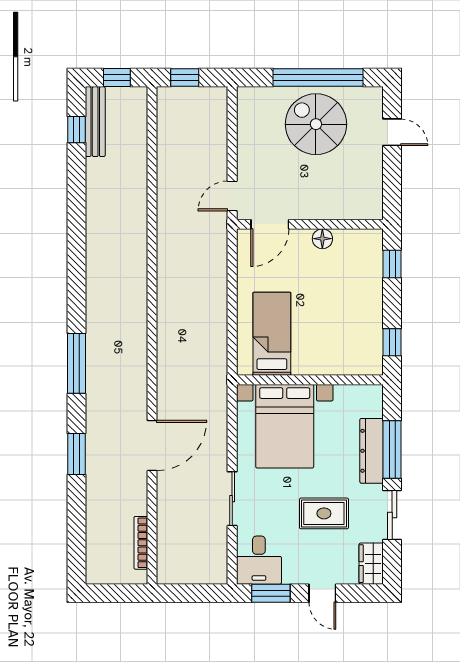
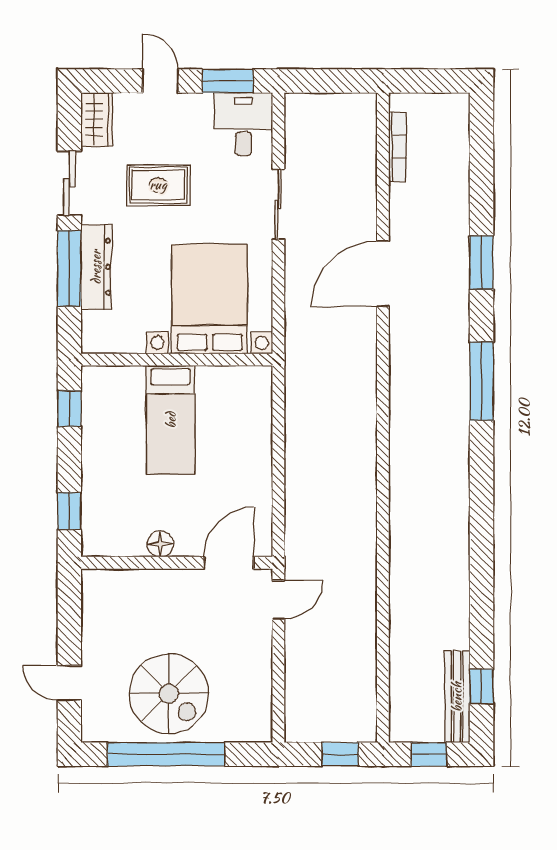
bed: (272, 334) -> (171, 420), moved

